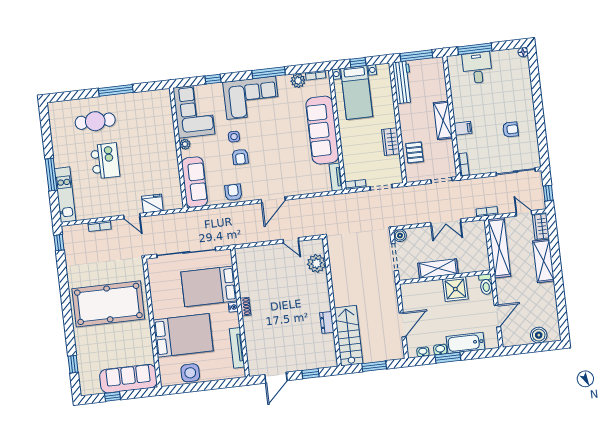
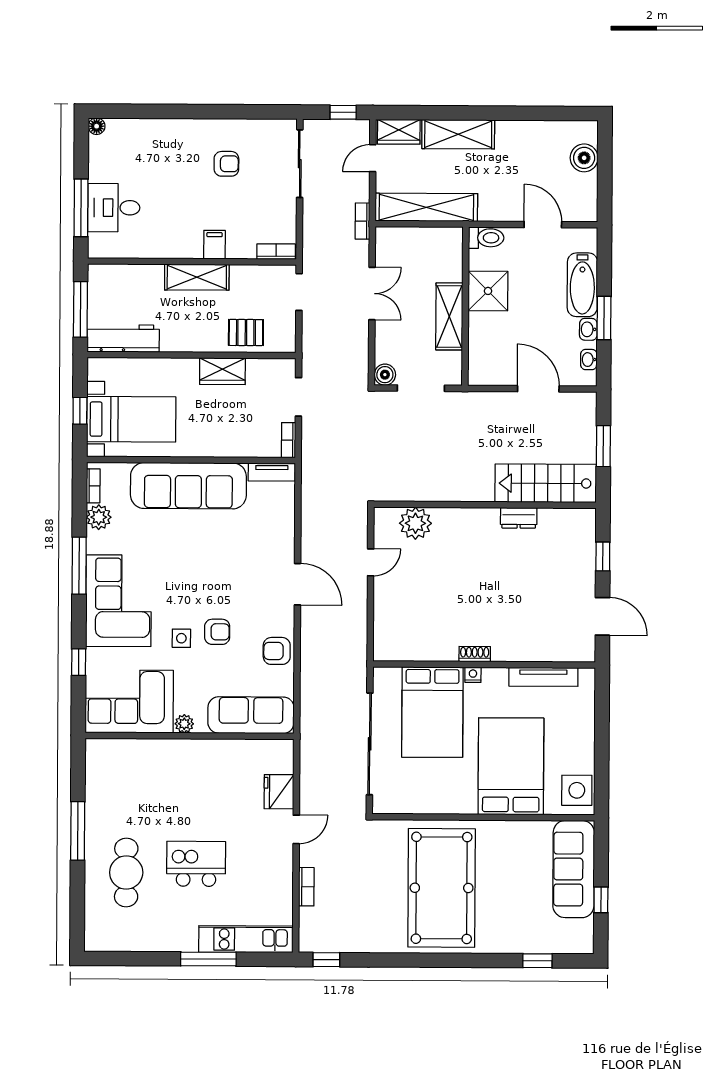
armchair: (510, 129) -> (226, 164), turned 90
side table: (190, 373) -> (577, 790), moved

